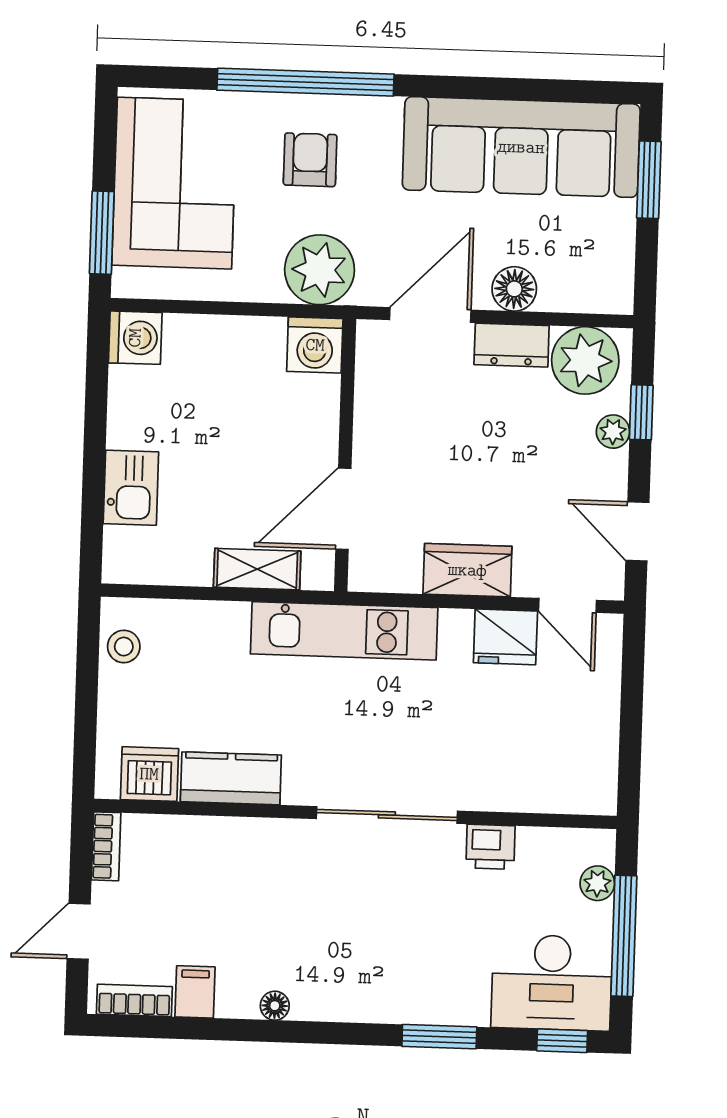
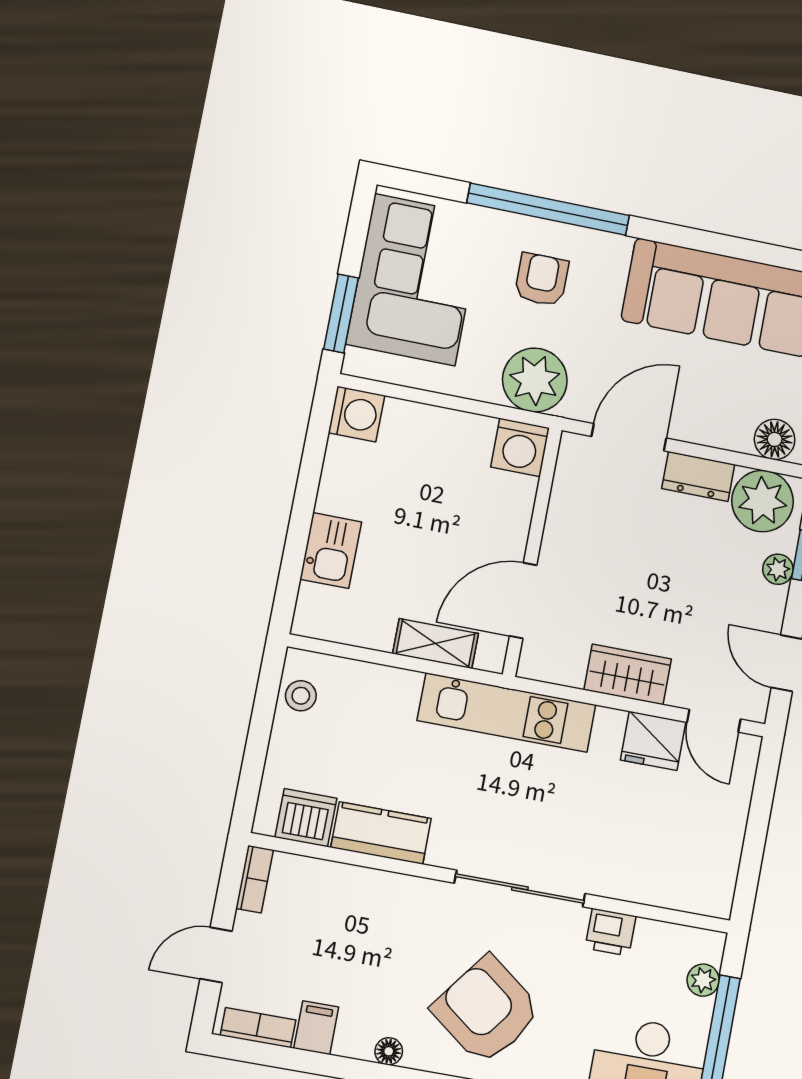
floor lamp: (514, 289) -> (775, 439), moved
armchair: (371, 948) -> (487, 1010), added

